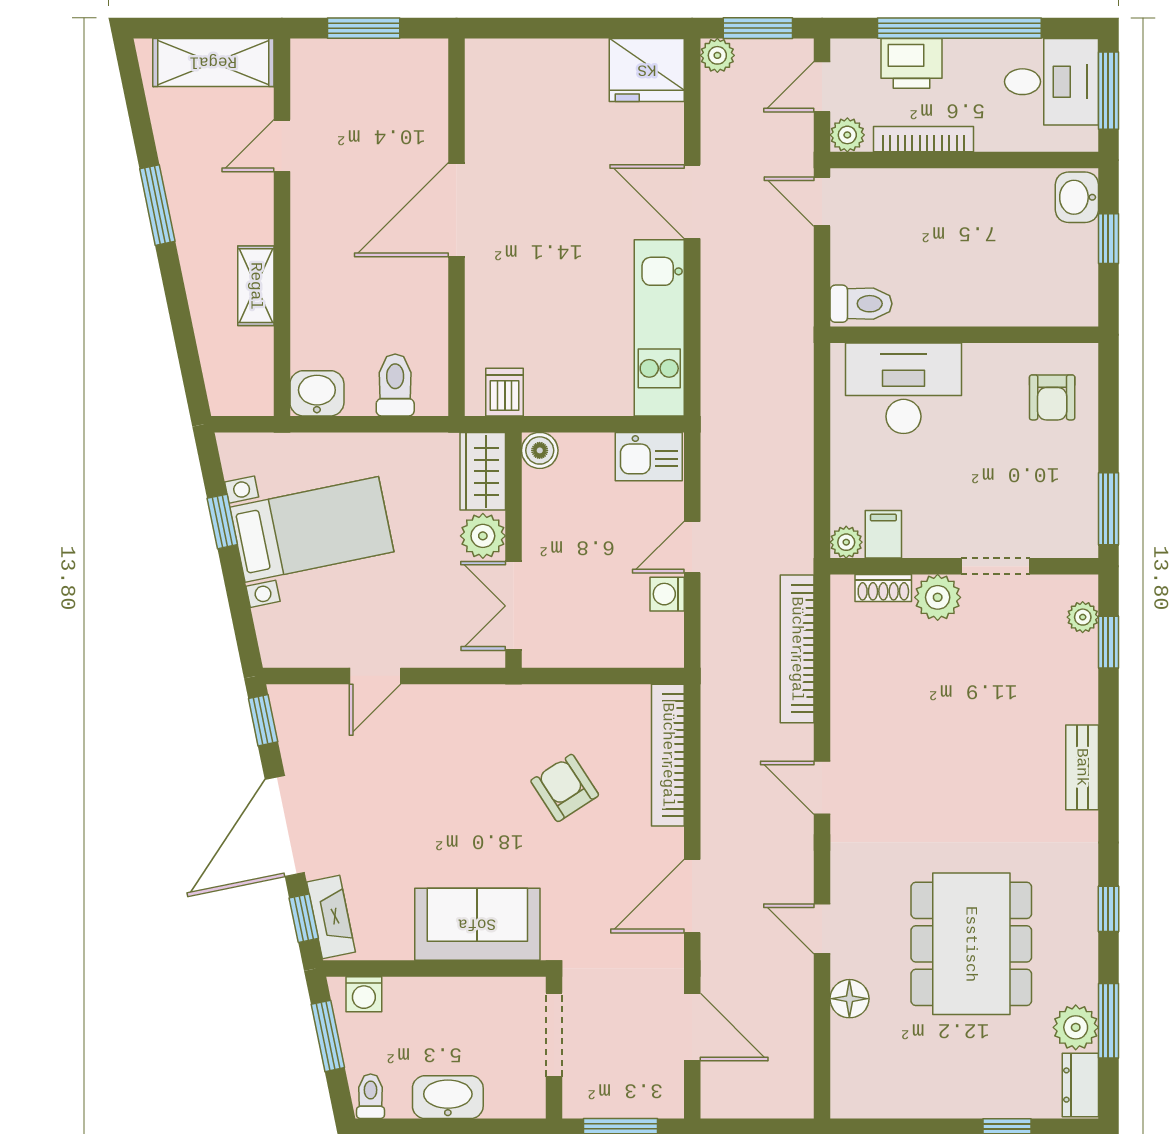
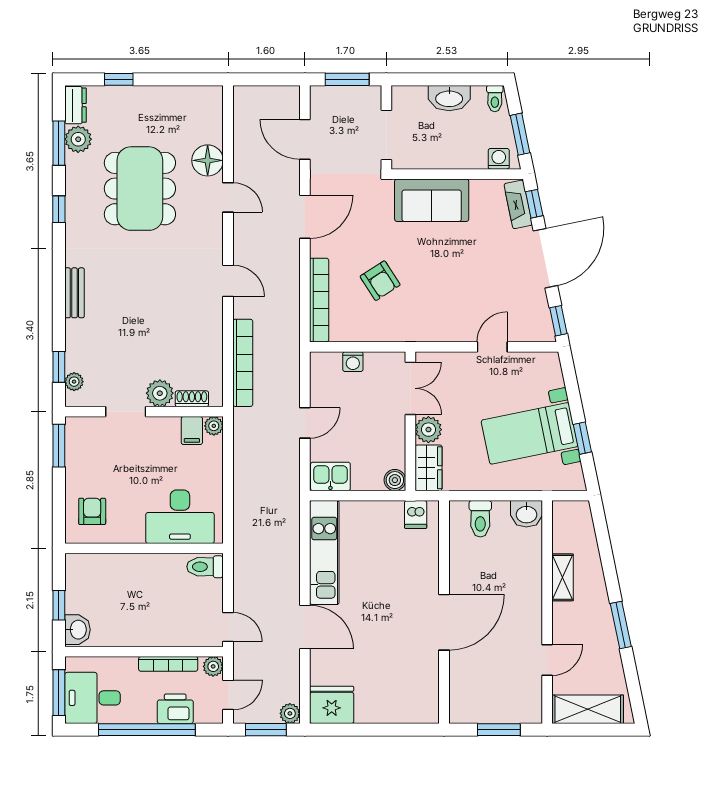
washing machine: (667, 594) -> (353, 362), moved, turned 90
floor lamp: (849, 999) -> (208, 160), width x1.38, depth x1.38

